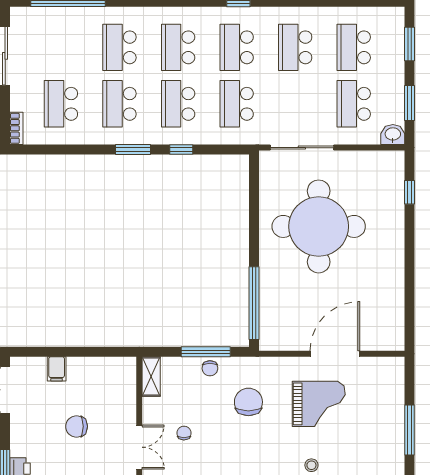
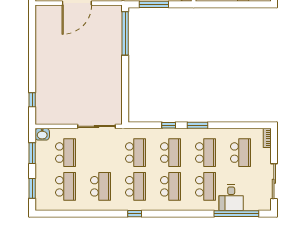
desk: (77, 28) -> (231, 198), added
round table: (319, 226) -> (87, 79), removed

